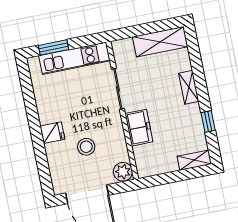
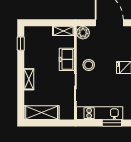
window: (208, 121) -> (21, 44), moved
stool: (86, 147) -> (89, 65), moved
shelving: (194, 160) -> (63, 31), moved

